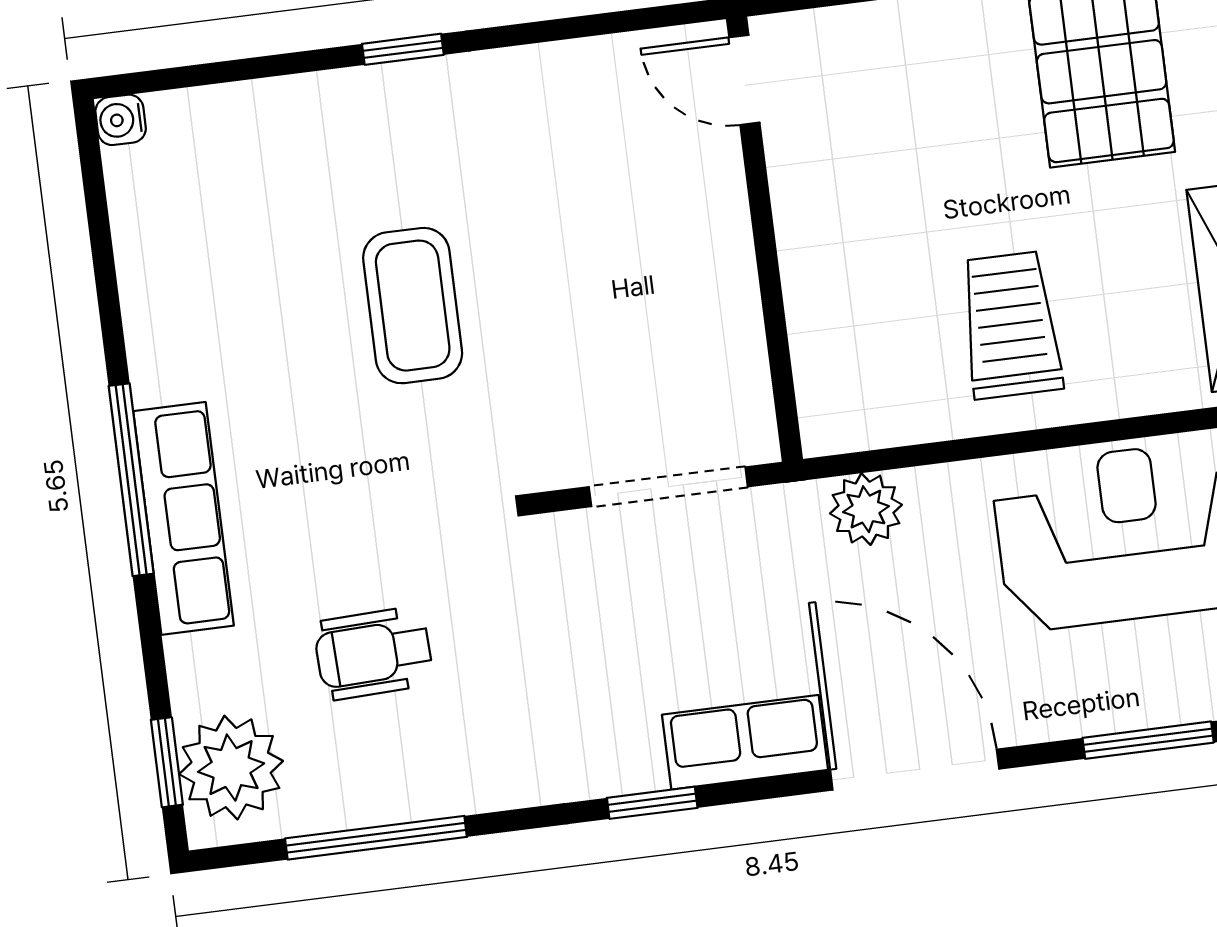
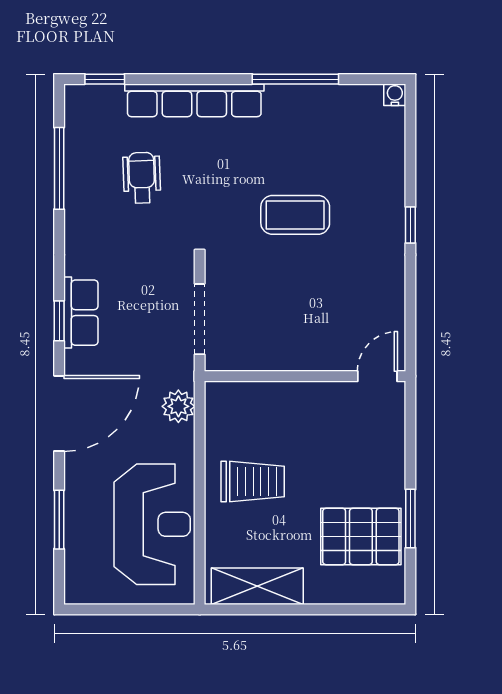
window: (131, 480) -> (295, 79), moved
row of seats: (184, 518) -> (194, 100), width x1.36
row of seats: (745, 742) -> (81, 313), moved
plant: (231, 768) -> (99, 107), removed
window: (652, 803) -> (59, 321), moved

